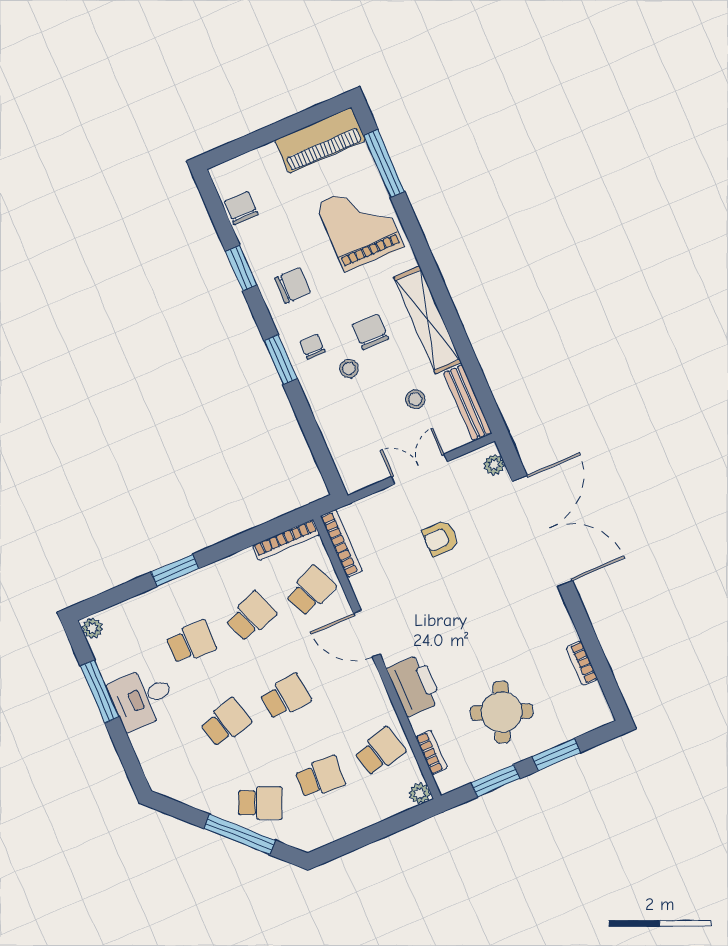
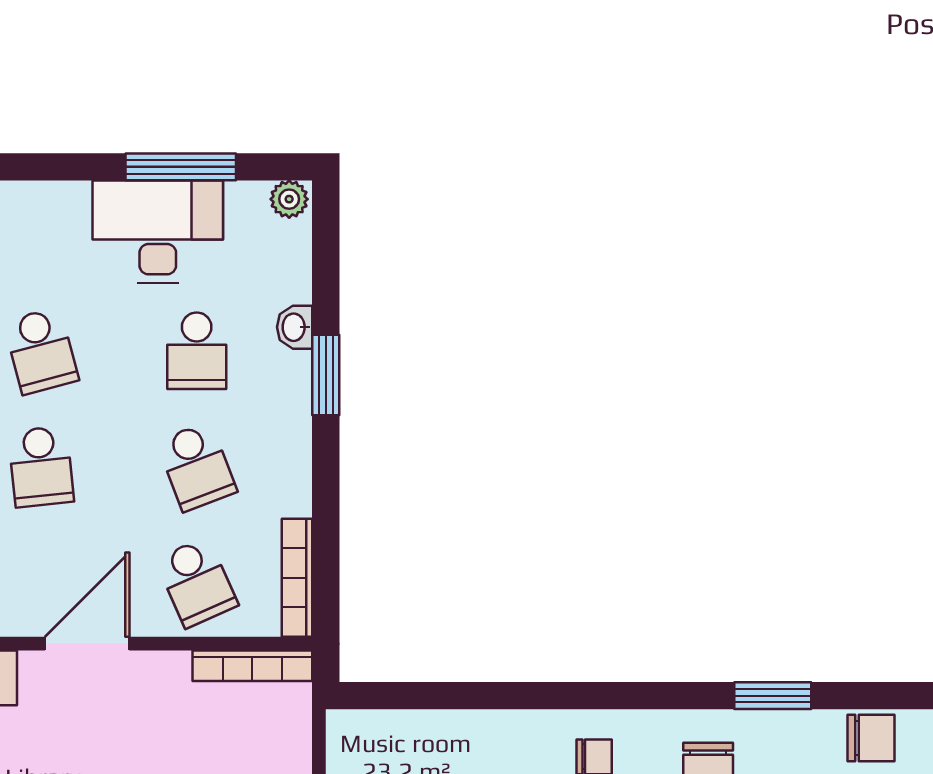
window: (280, 360) -> (596, 696), removed
washbasin: (157, 597) -> (295, 327), added
desk: (142, 698) -> (158, 232), width x1.37

